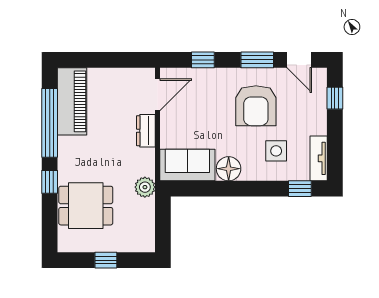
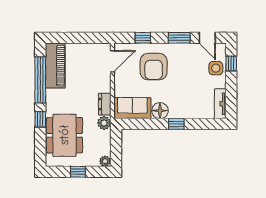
armchair: (256, 106) -> (154, 67), moved
dresser: (146, 131) -> (105, 104), moved
side table: (276, 151) -> (216, 68), moved
window: (300, 189) -> (176, 124), moved
dining table: (86, 206) -> (64, 135), width x1.37
plant: (146, 244) -> (105, 161), added

